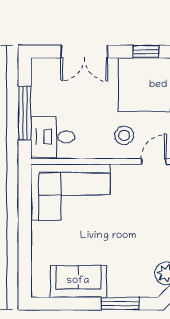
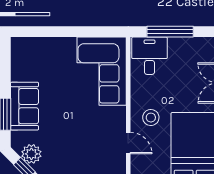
sofa: (78, 281) -> (25, 106), moved

